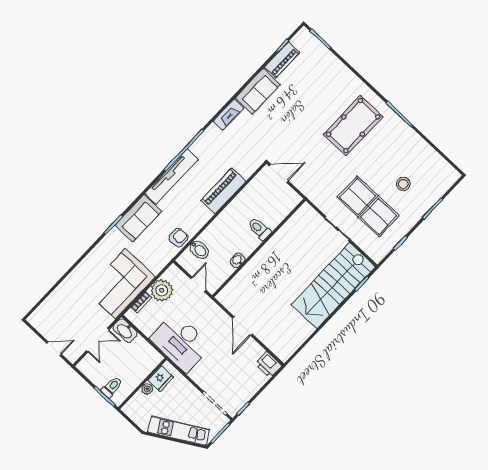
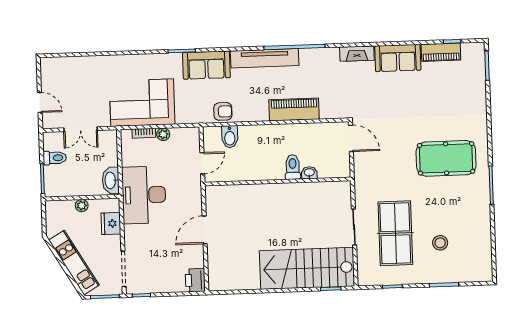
washbasin: (238, 260) -> (309, 173), moved
plant: (162, 290) -> (163, 134), width x0.53, depth x0.53
washbasin: (125, 331) -> (111, 180), moved
fridge: (161, 379) -> (111, 223), moved, turned 90
toilet: (112, 387) -> (55, 158), moved

